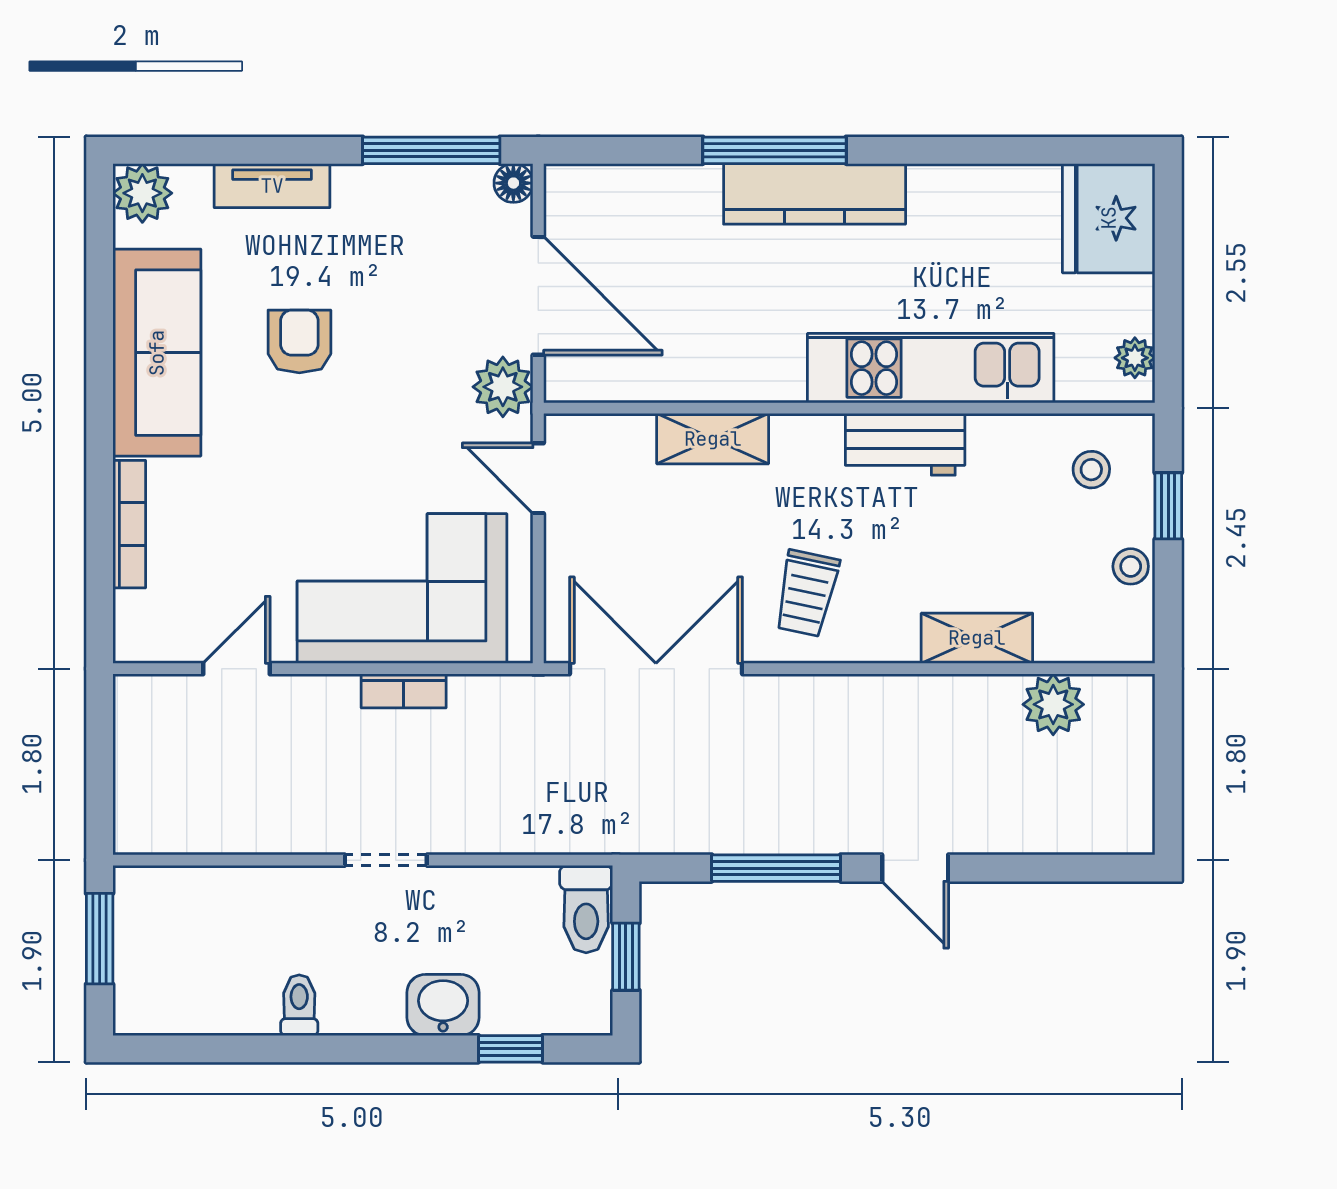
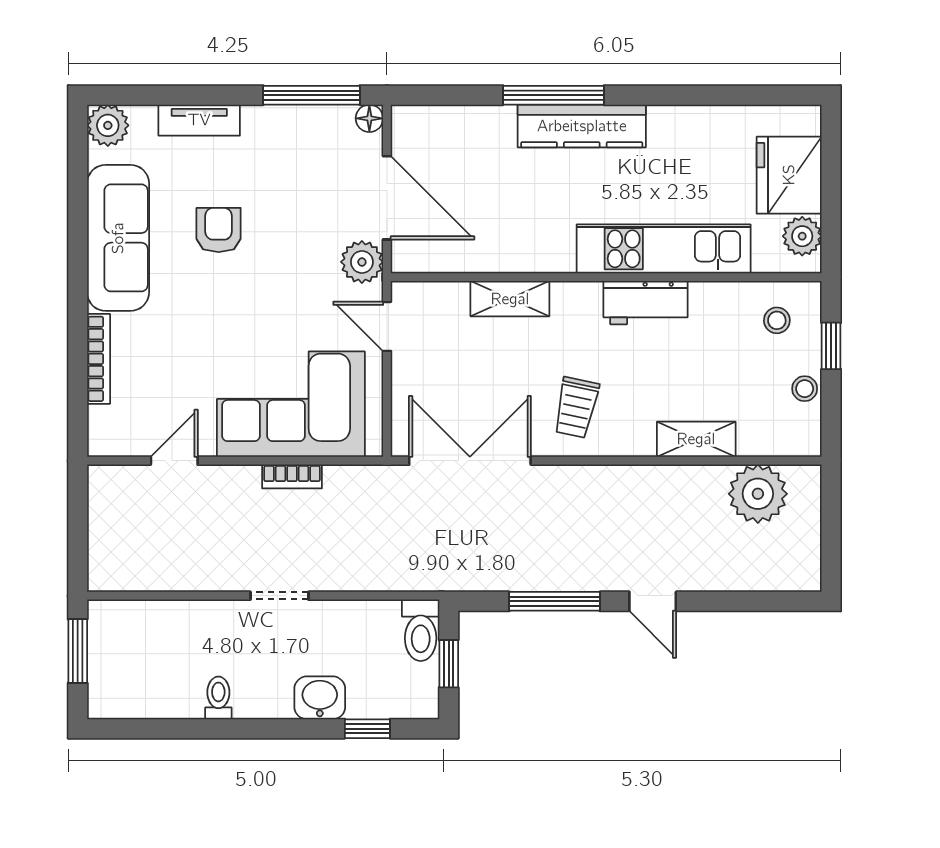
fridge: (1109, 218) -> (789, 175), moved
plant: (1135, 358) -> (802, 236), width x1.38, depth x1.38
plant: (1053, 704) -> (758, 494), width x1.36, depth x1.36

